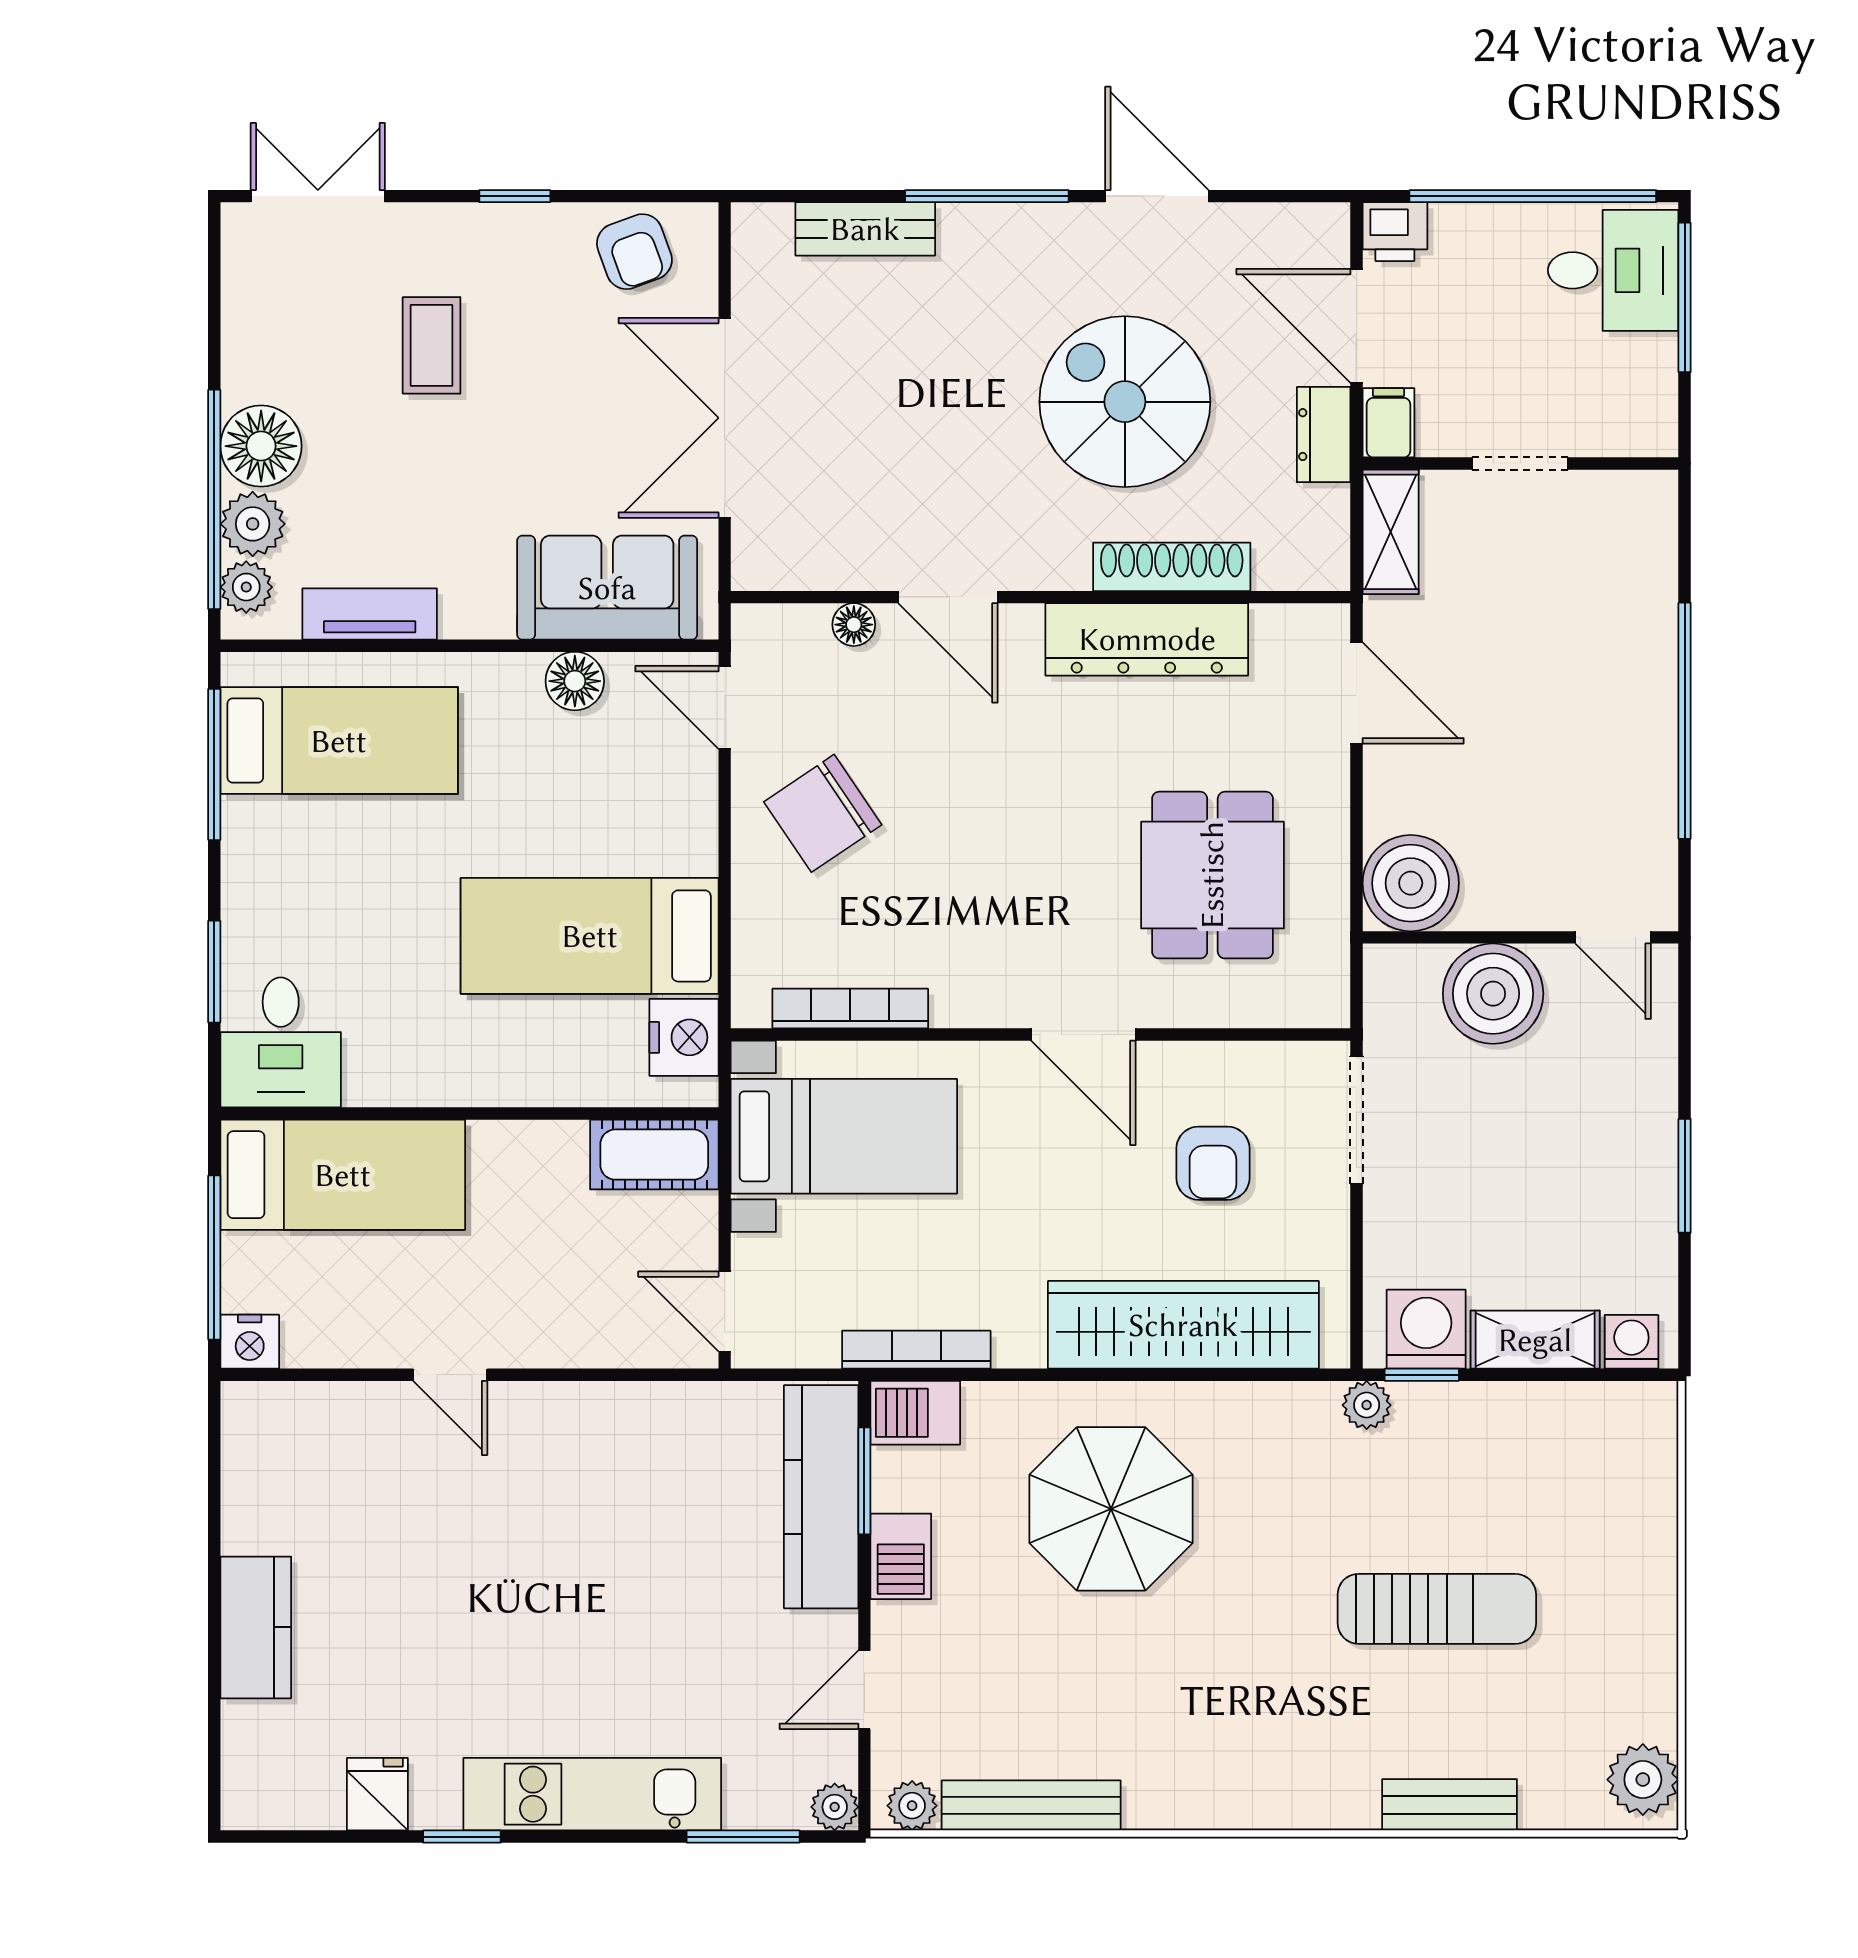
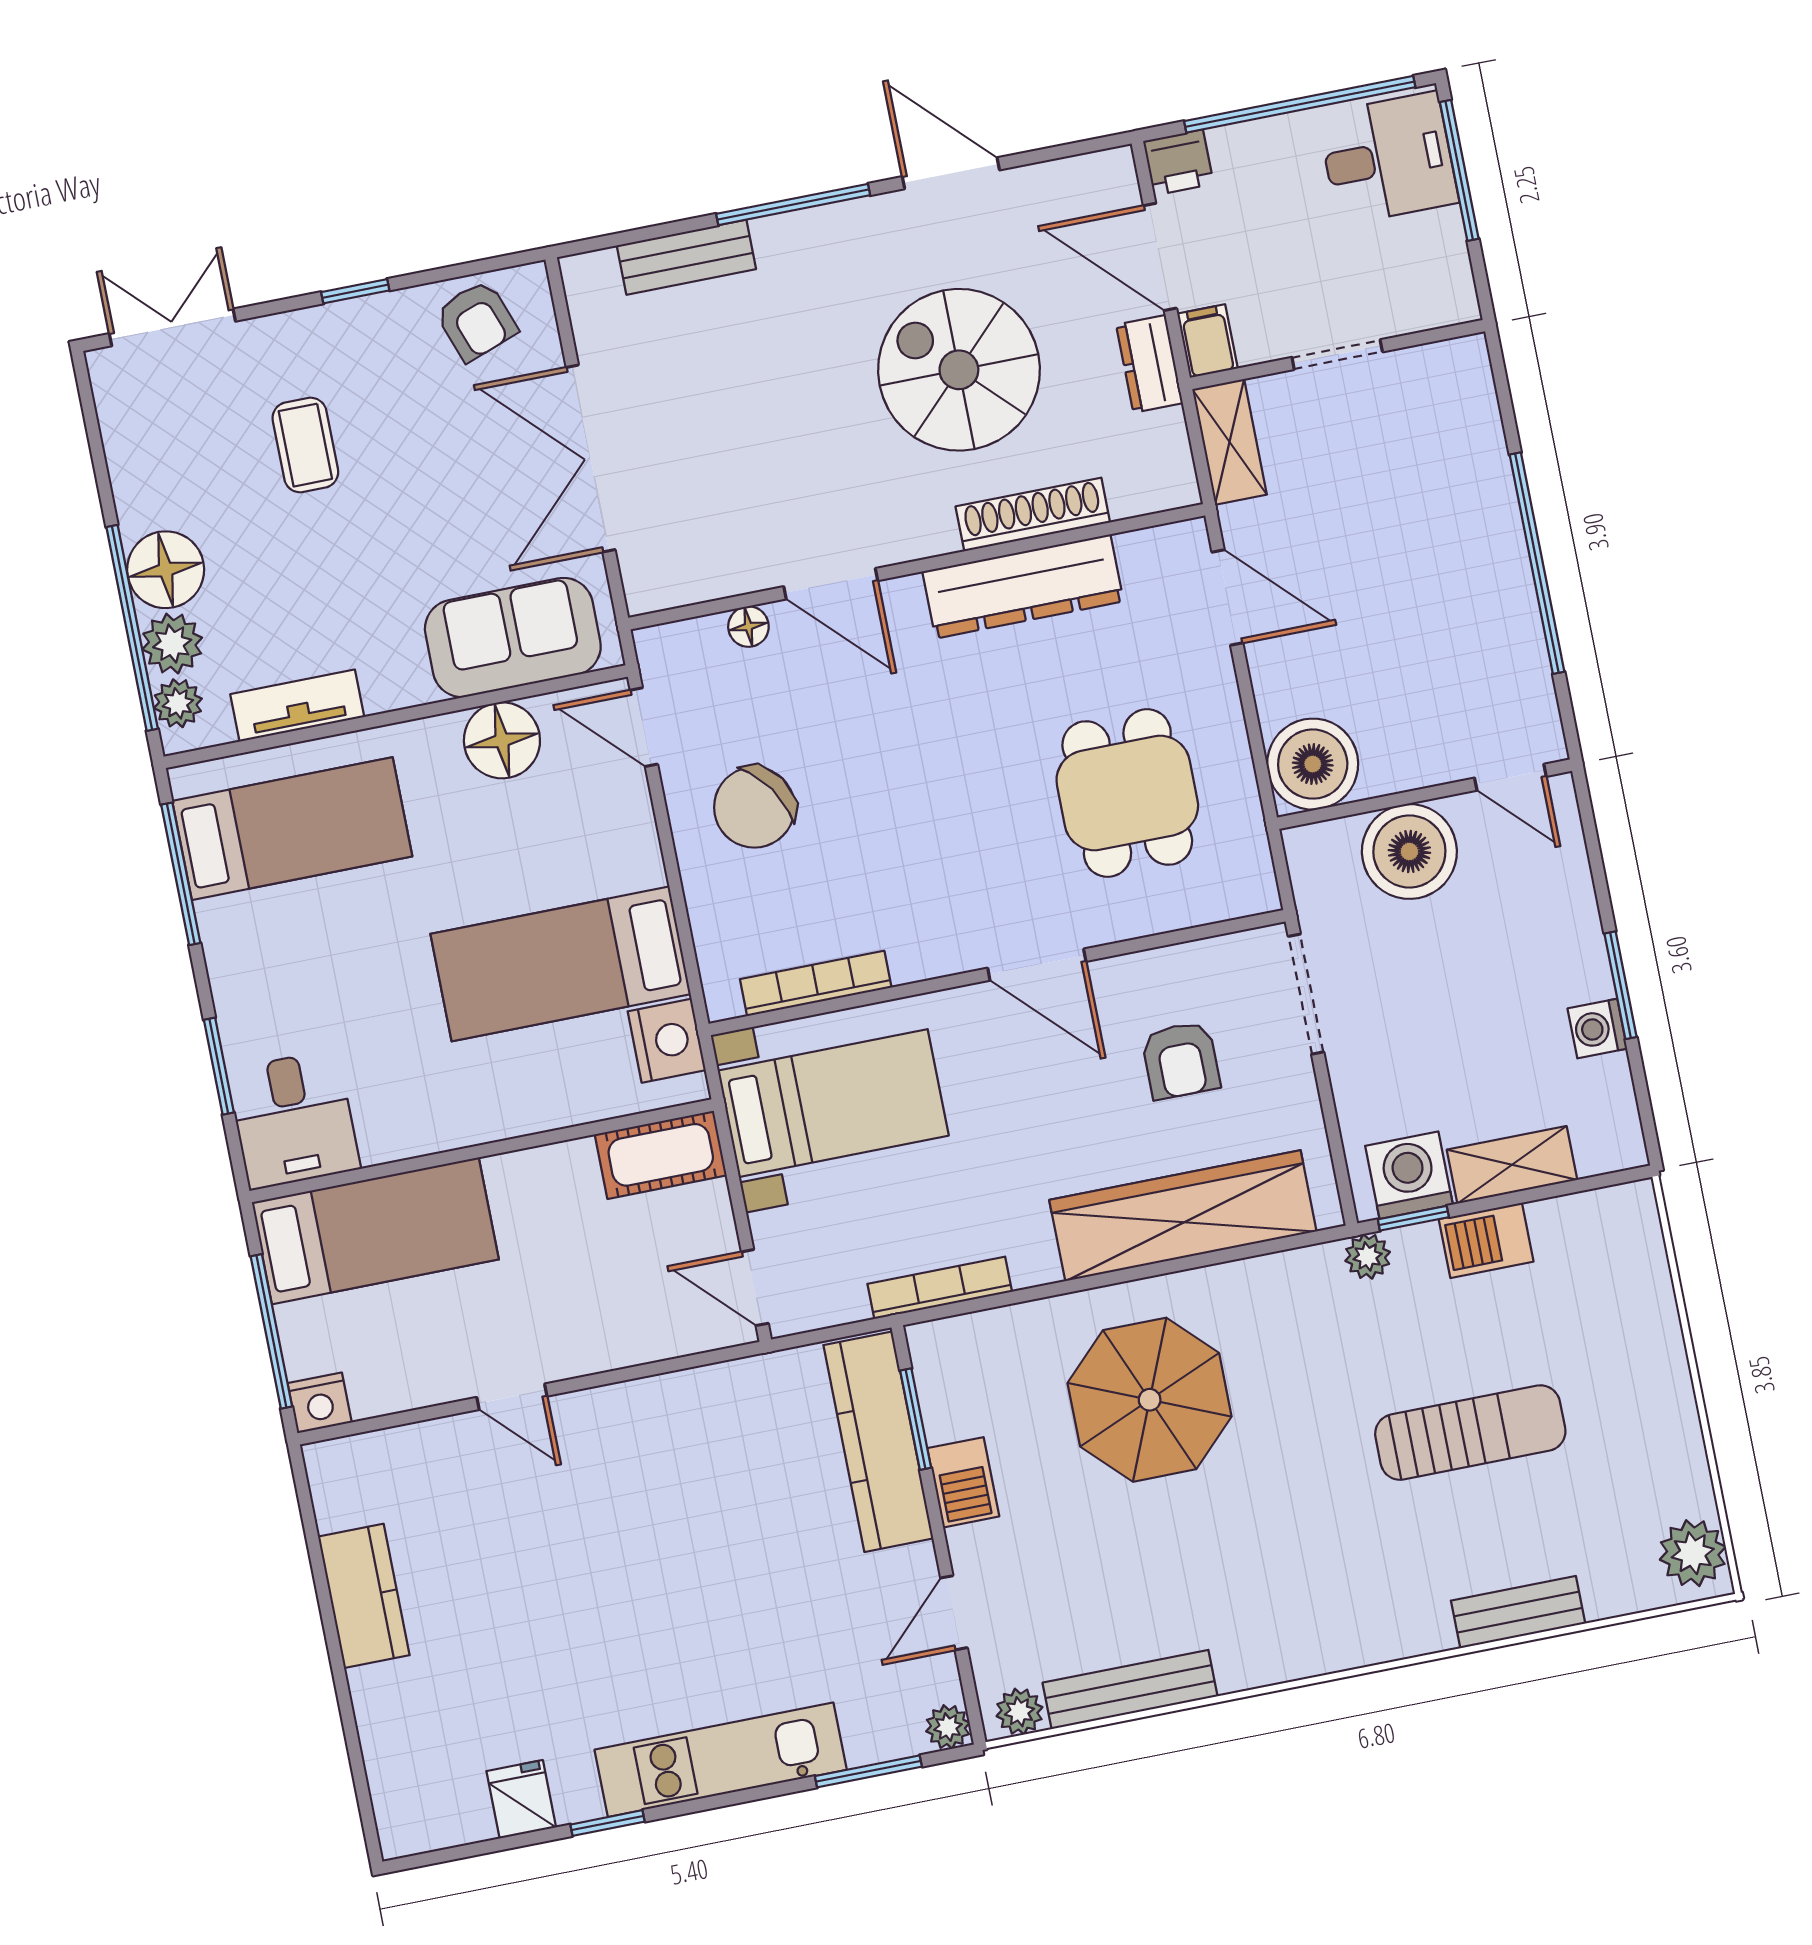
floor lamp: (575, 681) -> (502, 740), width x1.38, depth x1.38
washing machine: (1631, 1342) -> (1597, 1029), moved, turned -90
barbecue: (915, 1413) -> (1486, 1240), moved
kitchen counter: (256, 1627) -> (364, 1596), moved

